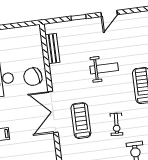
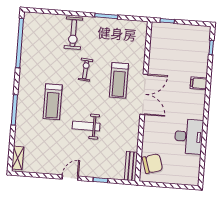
bench: (52, 48) -> (131, 166), moved
chair: (33, 77) -> (152, 164), moved

